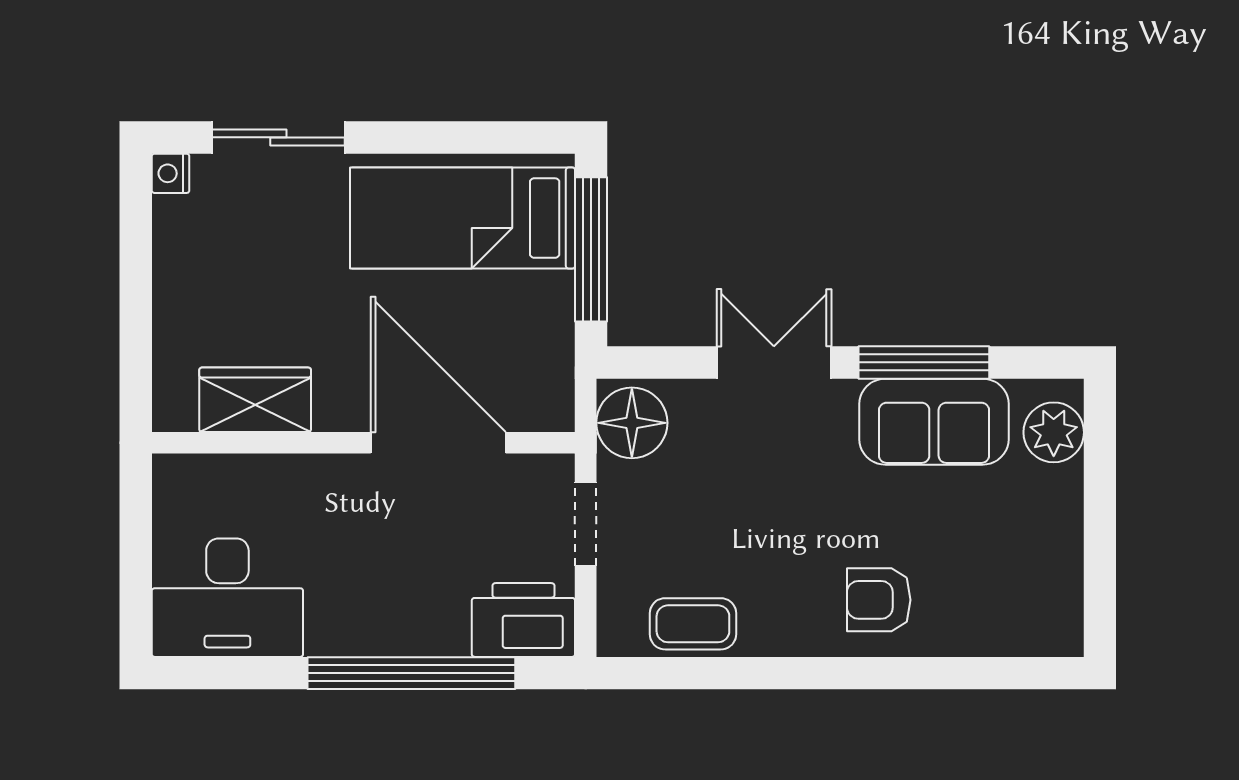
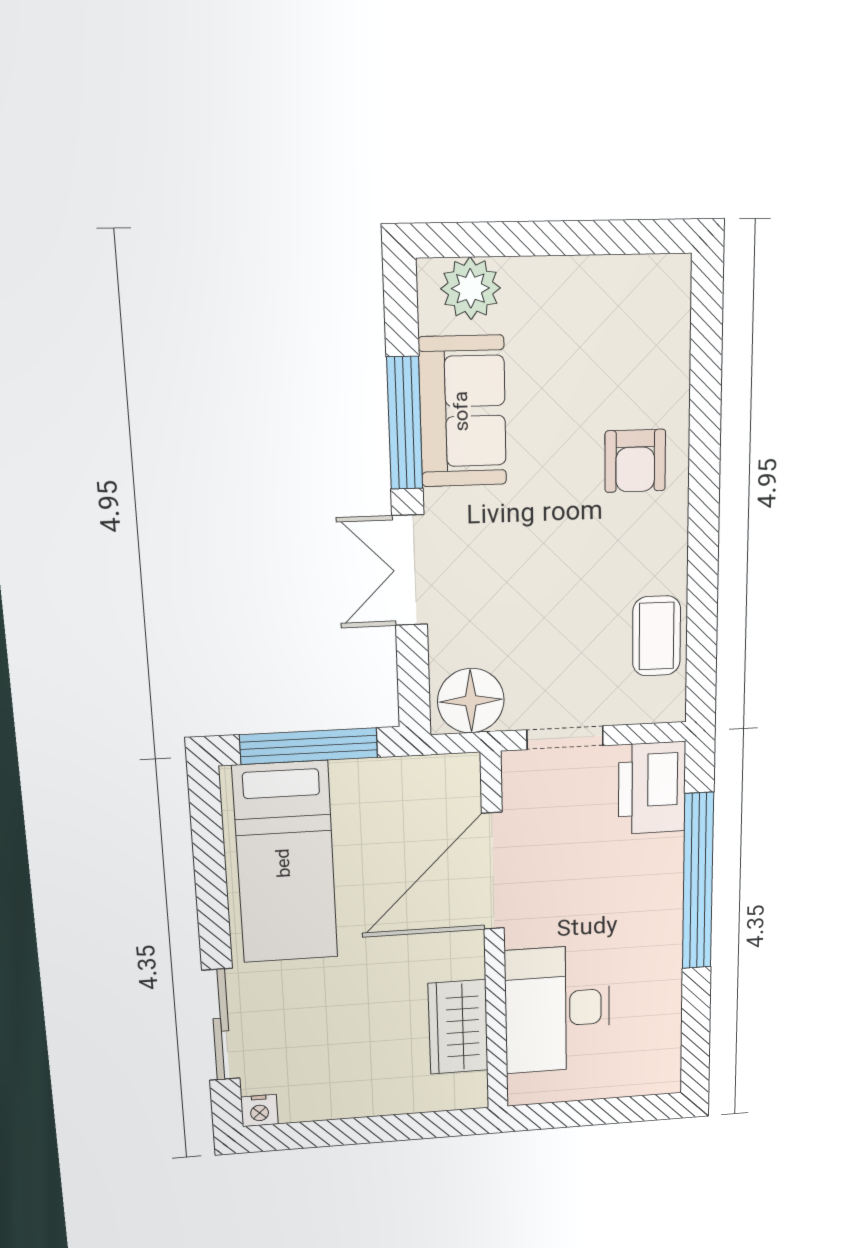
desk: (227, 598) -> (557, 1009), moved, turned 180

